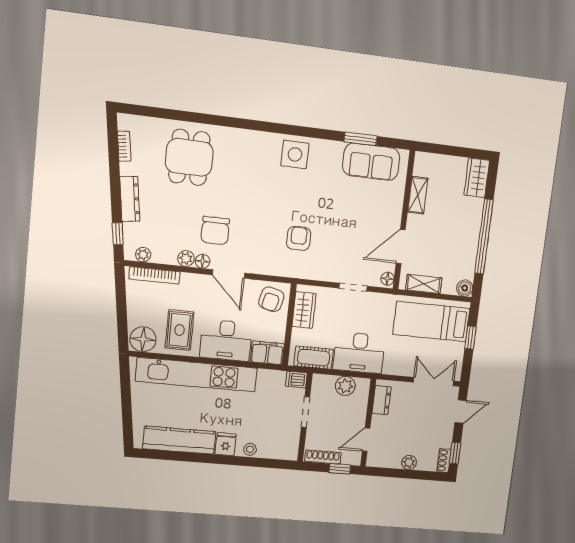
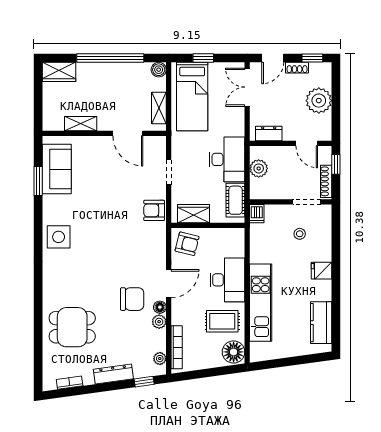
armchair: (299, 238) -> (154, 210), moved
floor lamp: (388, 279) -> (158, 142), removed
filing cabinet: (267, 353) -> (235, 242), removed
kitchen unit: (197, 375) -> (261, 303), width x0.73
doorway: (306, 412) -> (307, 202), moved
door: (461, 412) -> (273, 58), swing flipped
kitchen counter: (179, 440) -> (321, 323), width x0.67
stool: (250, 449) -> (300, 234), moved
shoe rack: (444, 461) -> (297, 68), moved
plant: (409, 462) -> (319, 101), width x1.88, depth x1.88

